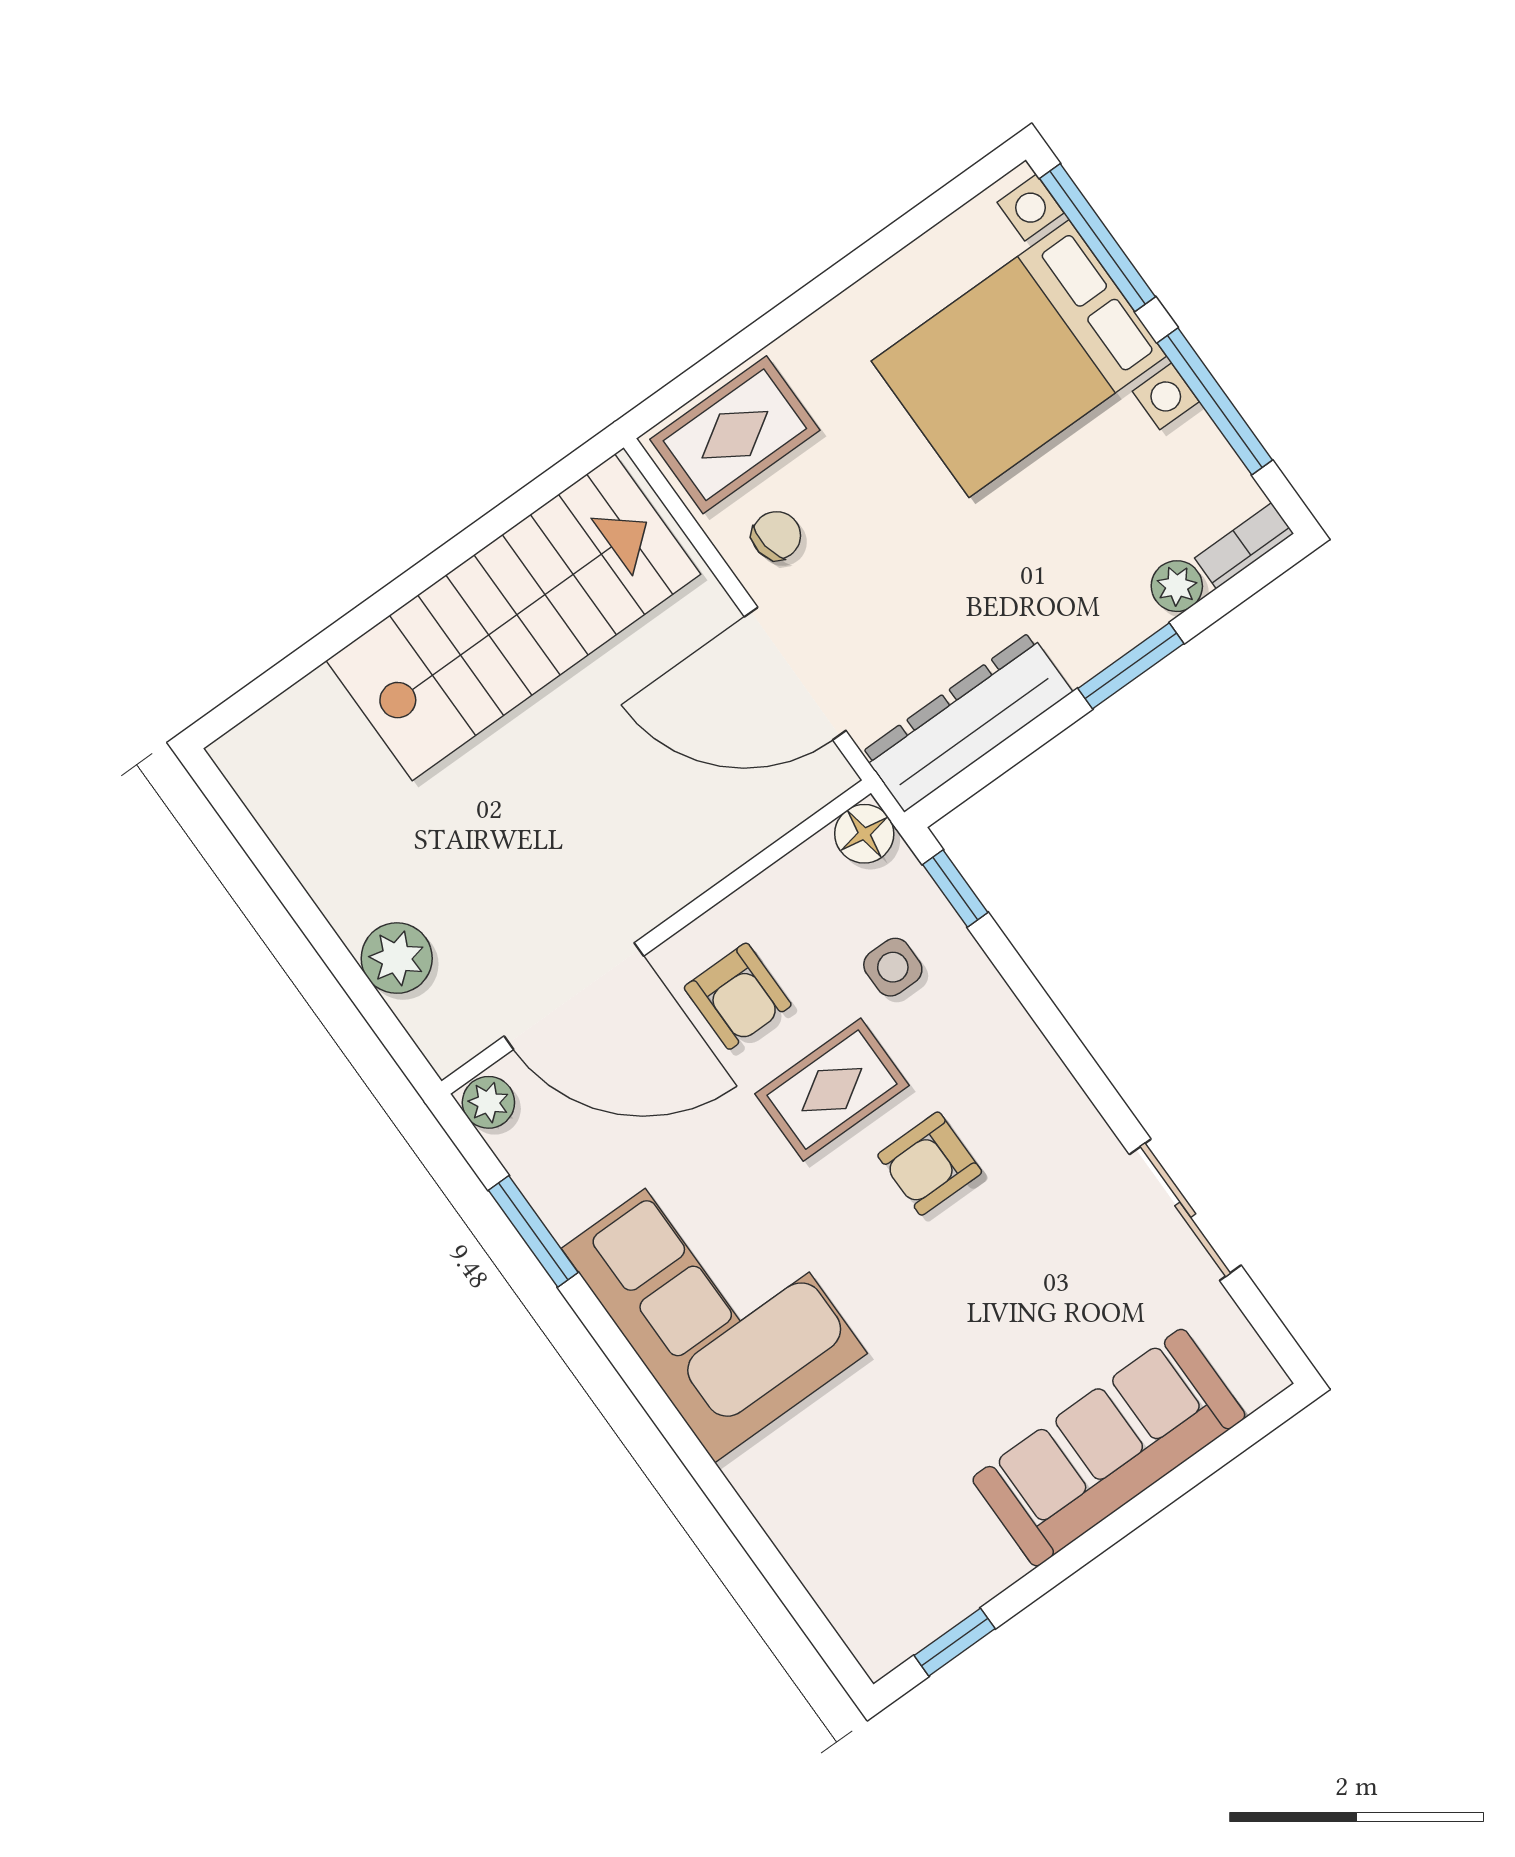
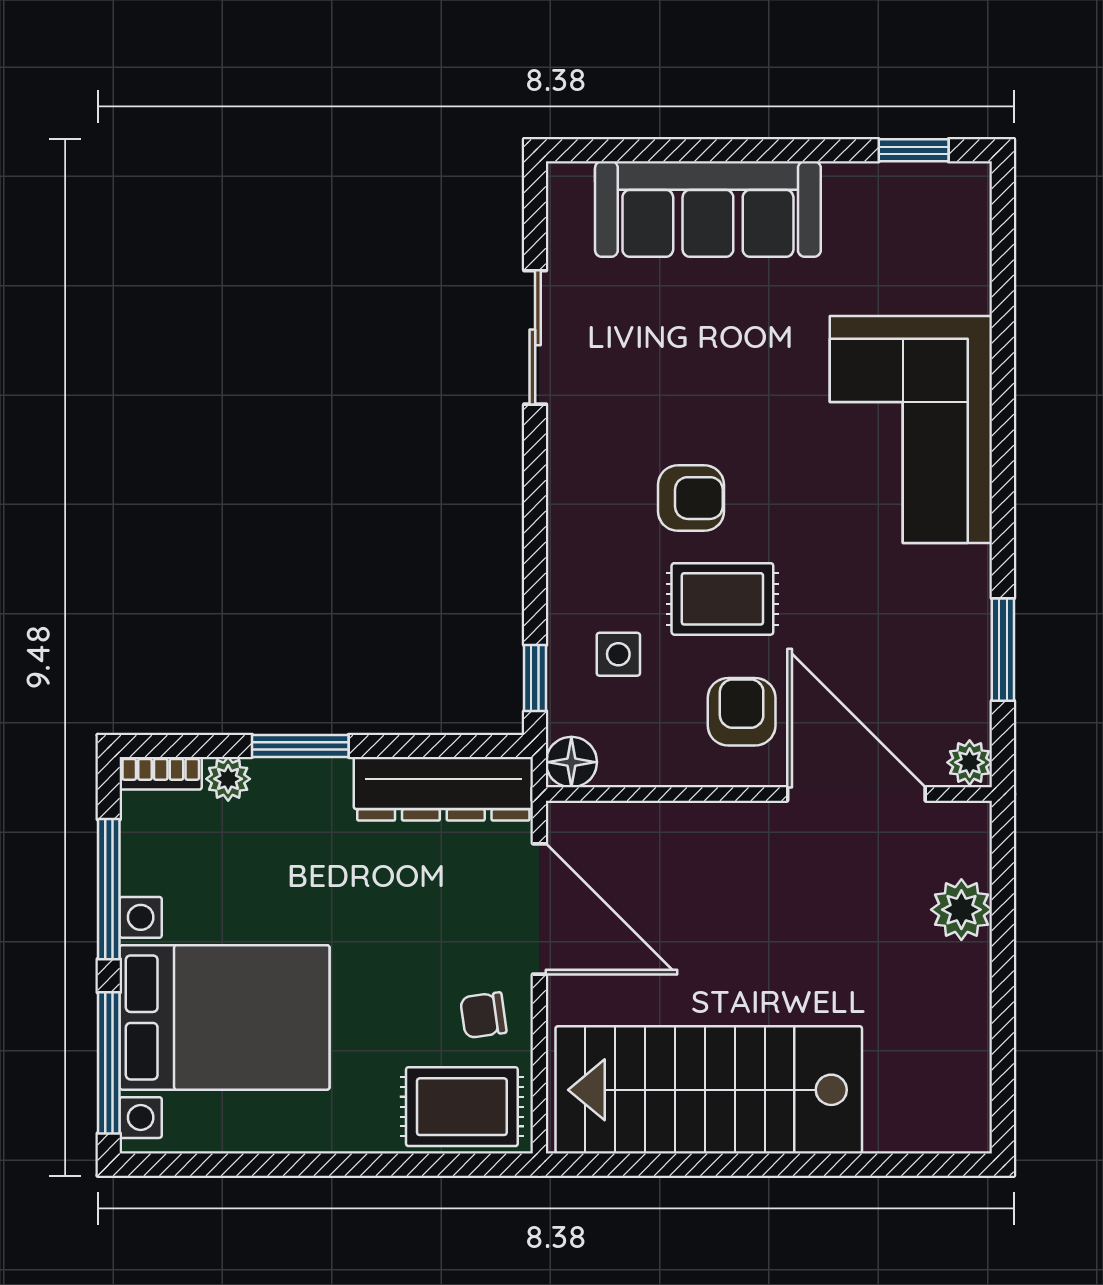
corner sofa: (714, 1301) -> (911, 429), moved

